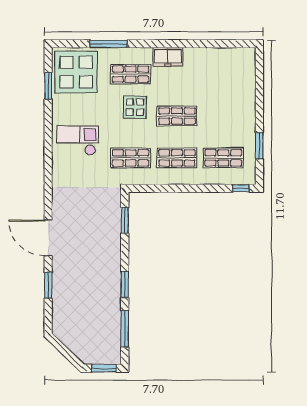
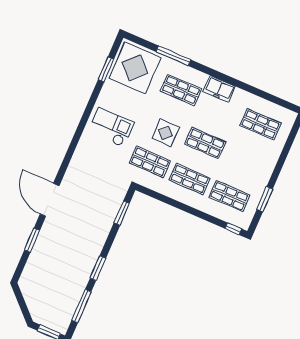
shop shelf: (223, 74) -> (260, 124), added
display table: (135, 107) -> (166, 133), moved

